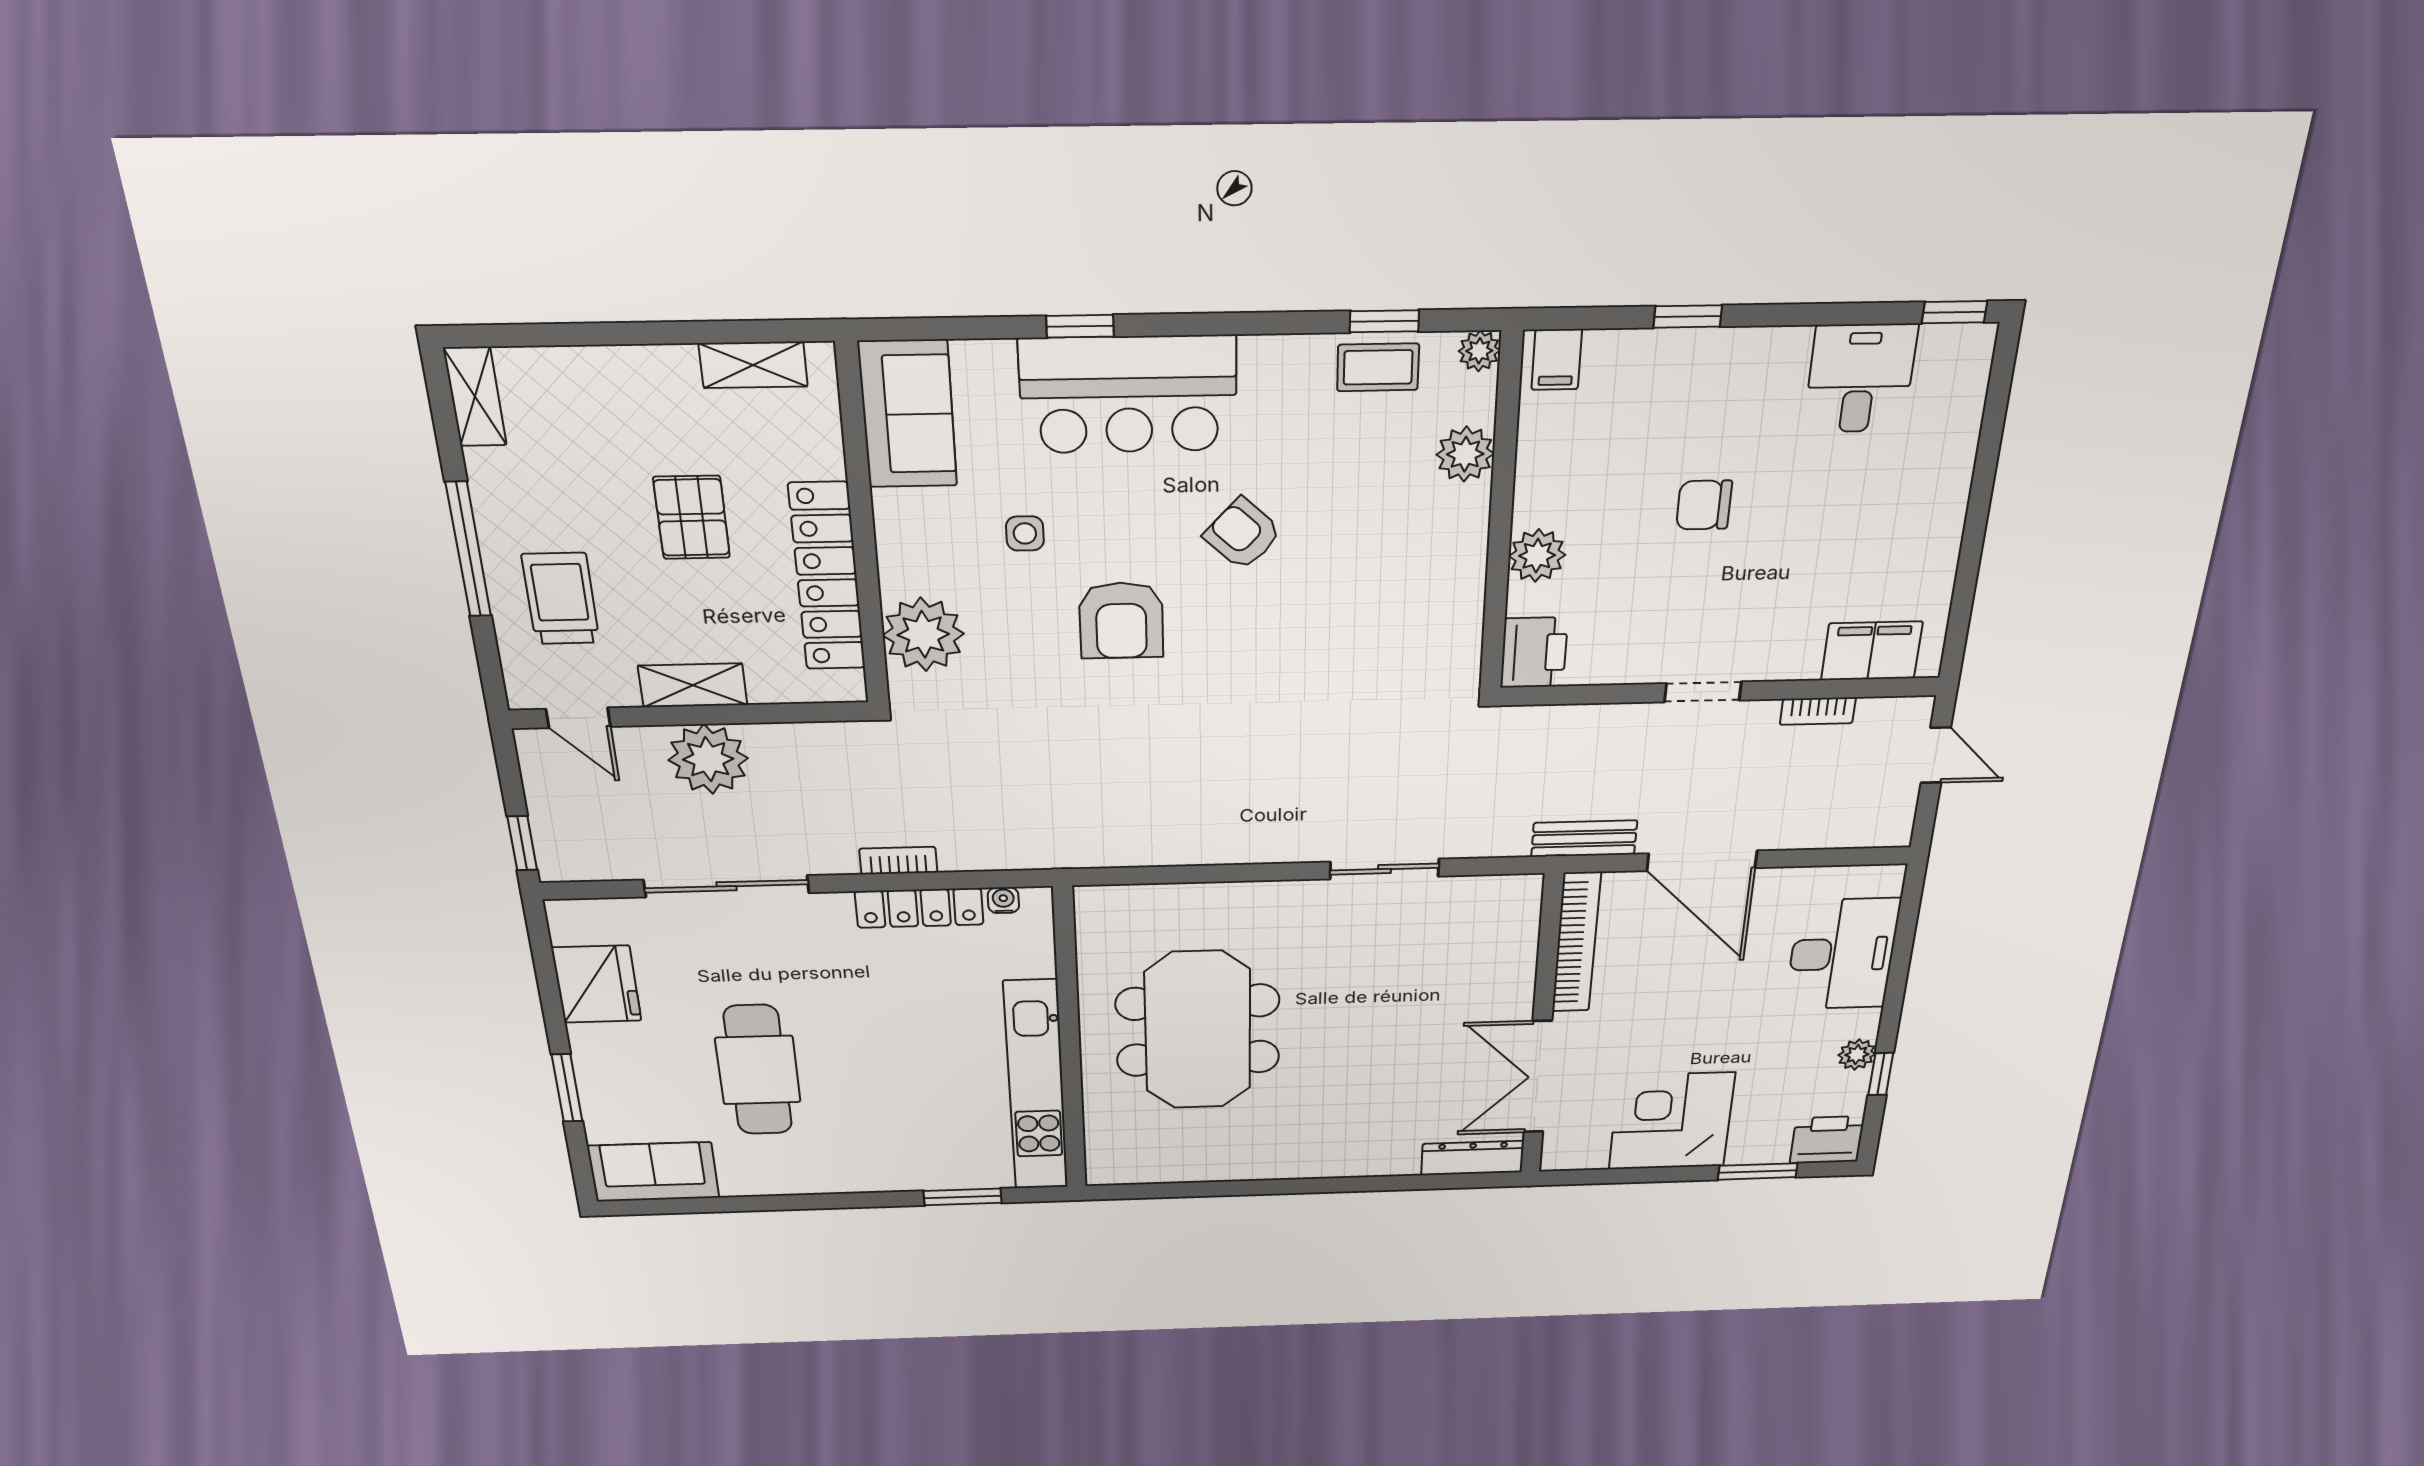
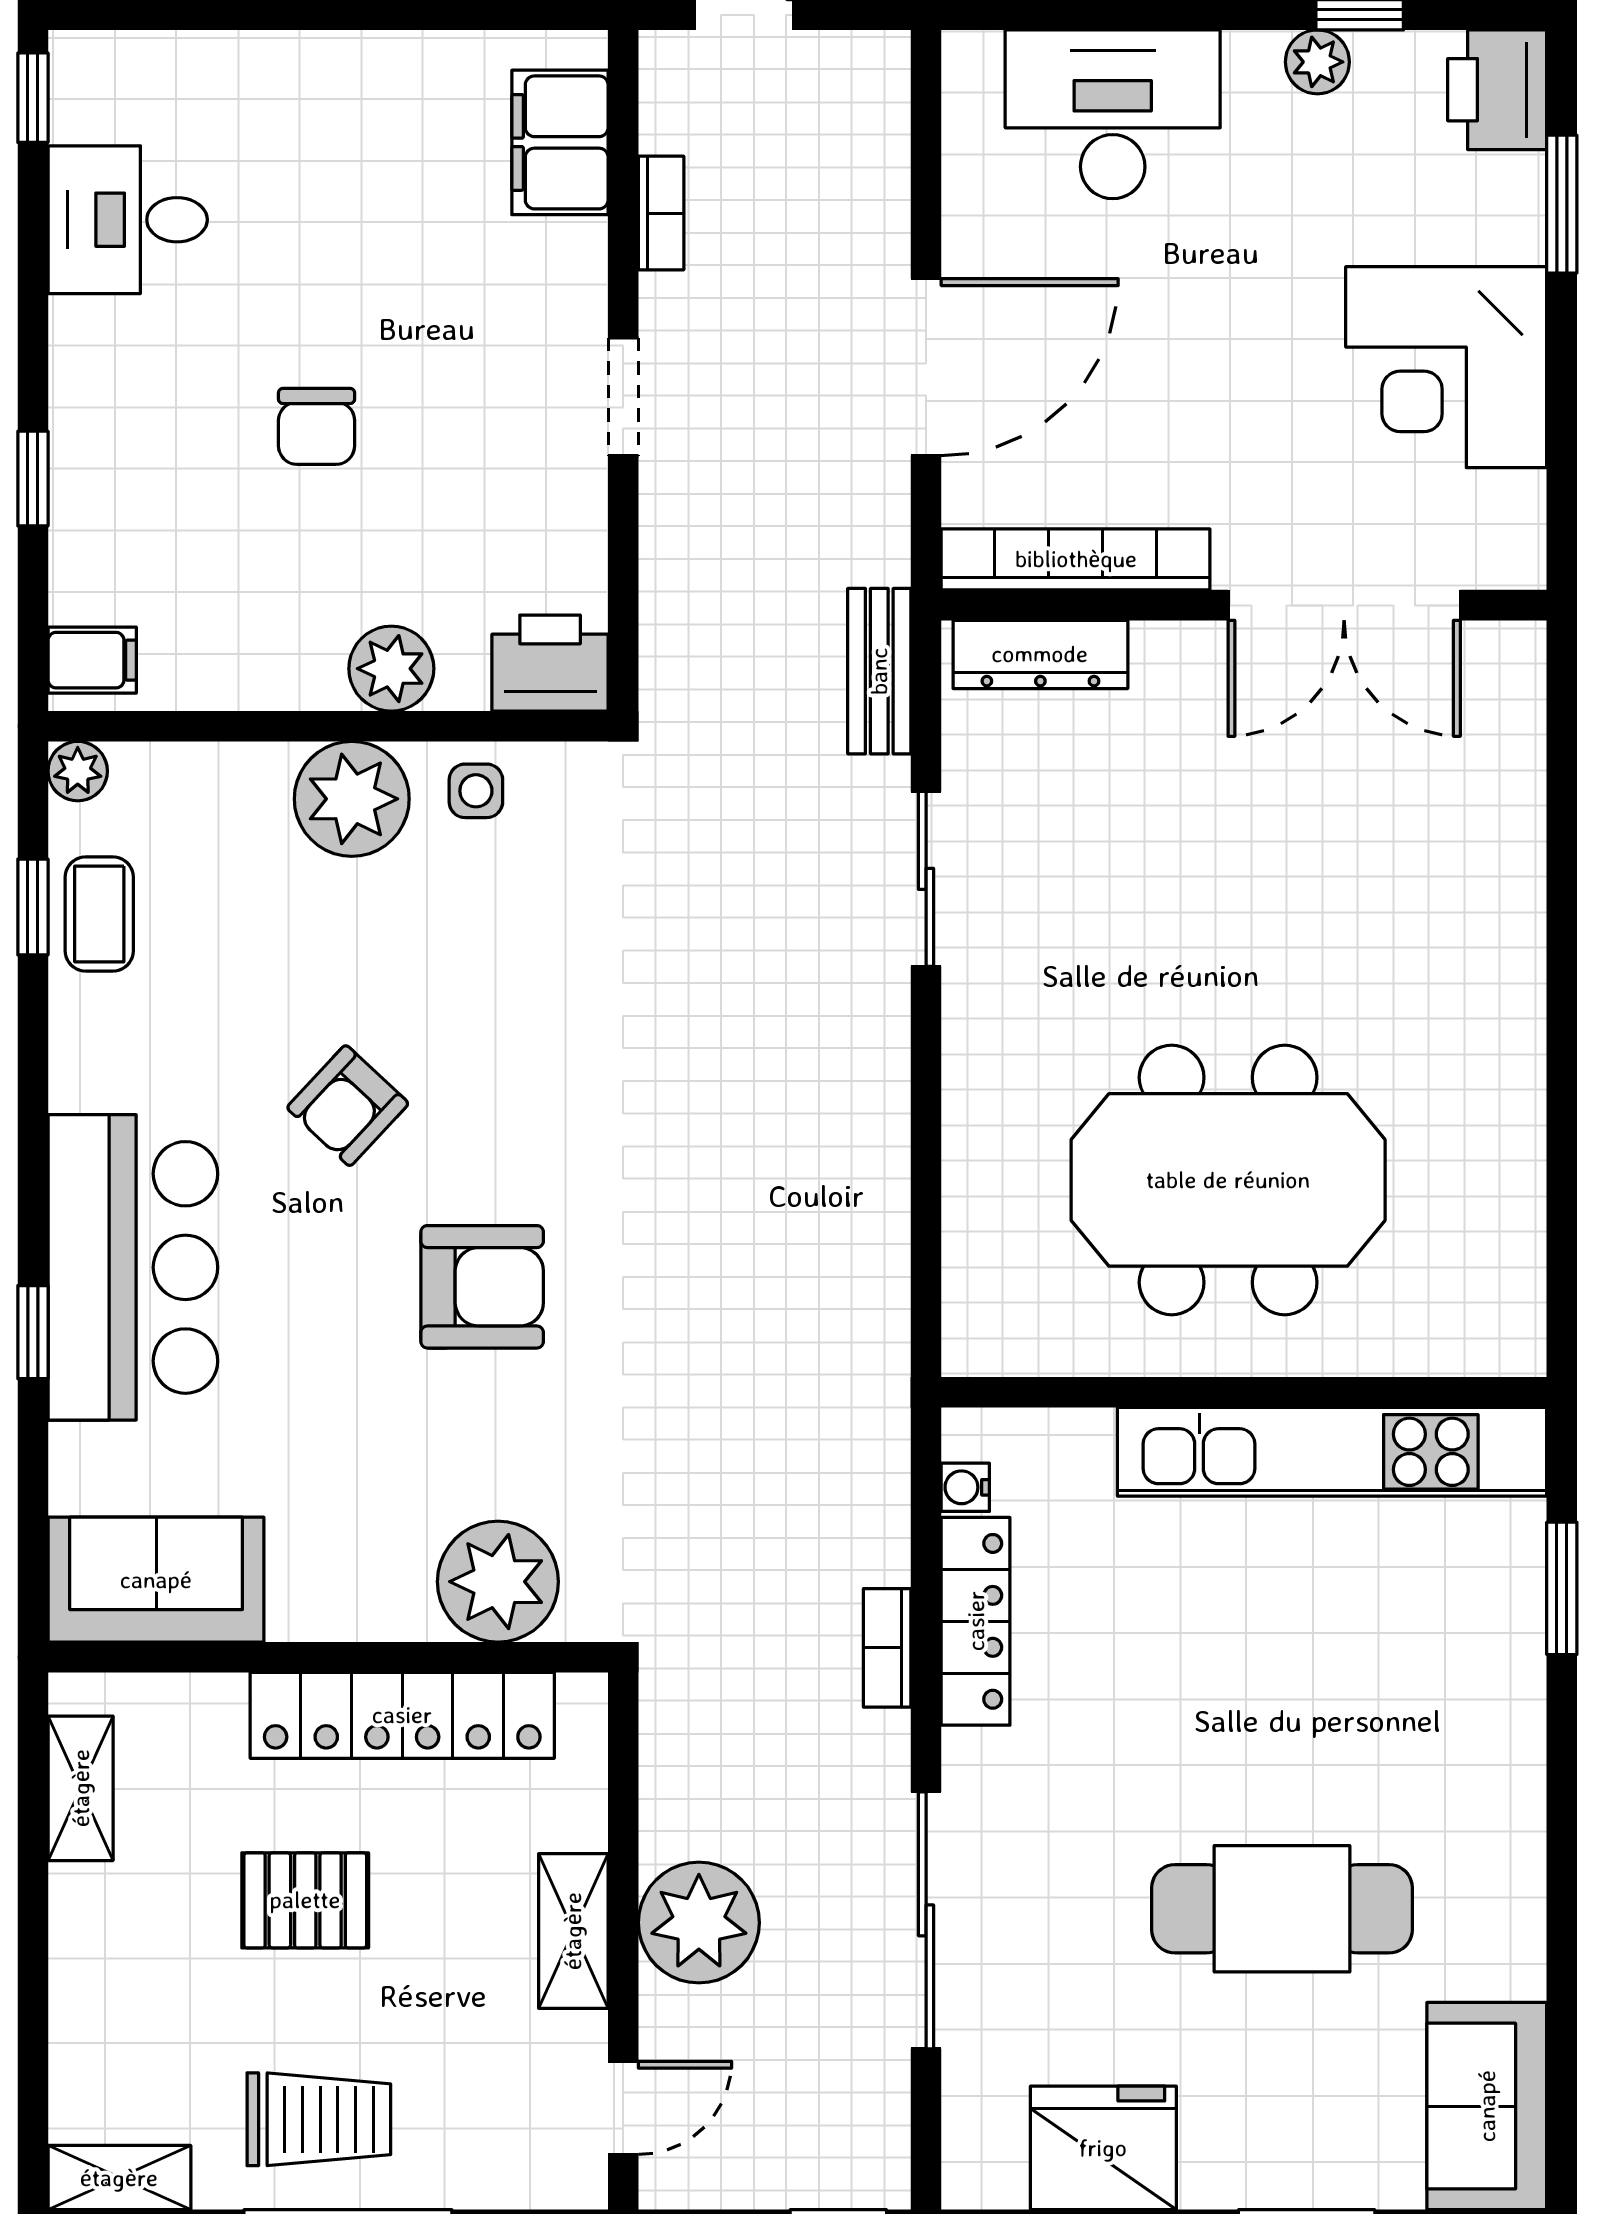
plant: (1465, 454) -> (352, 799), moved, width x1.36, depth x1.36
side table: (1025, 533) -> (476, 791), moved
trolley: (561, 599) -> (319, 2119), moved, turned 180
bench: (1584, 839) -> (879, 671), moved
dresser: (1472, 1158) -> (1040, 654), moved, turned -90

